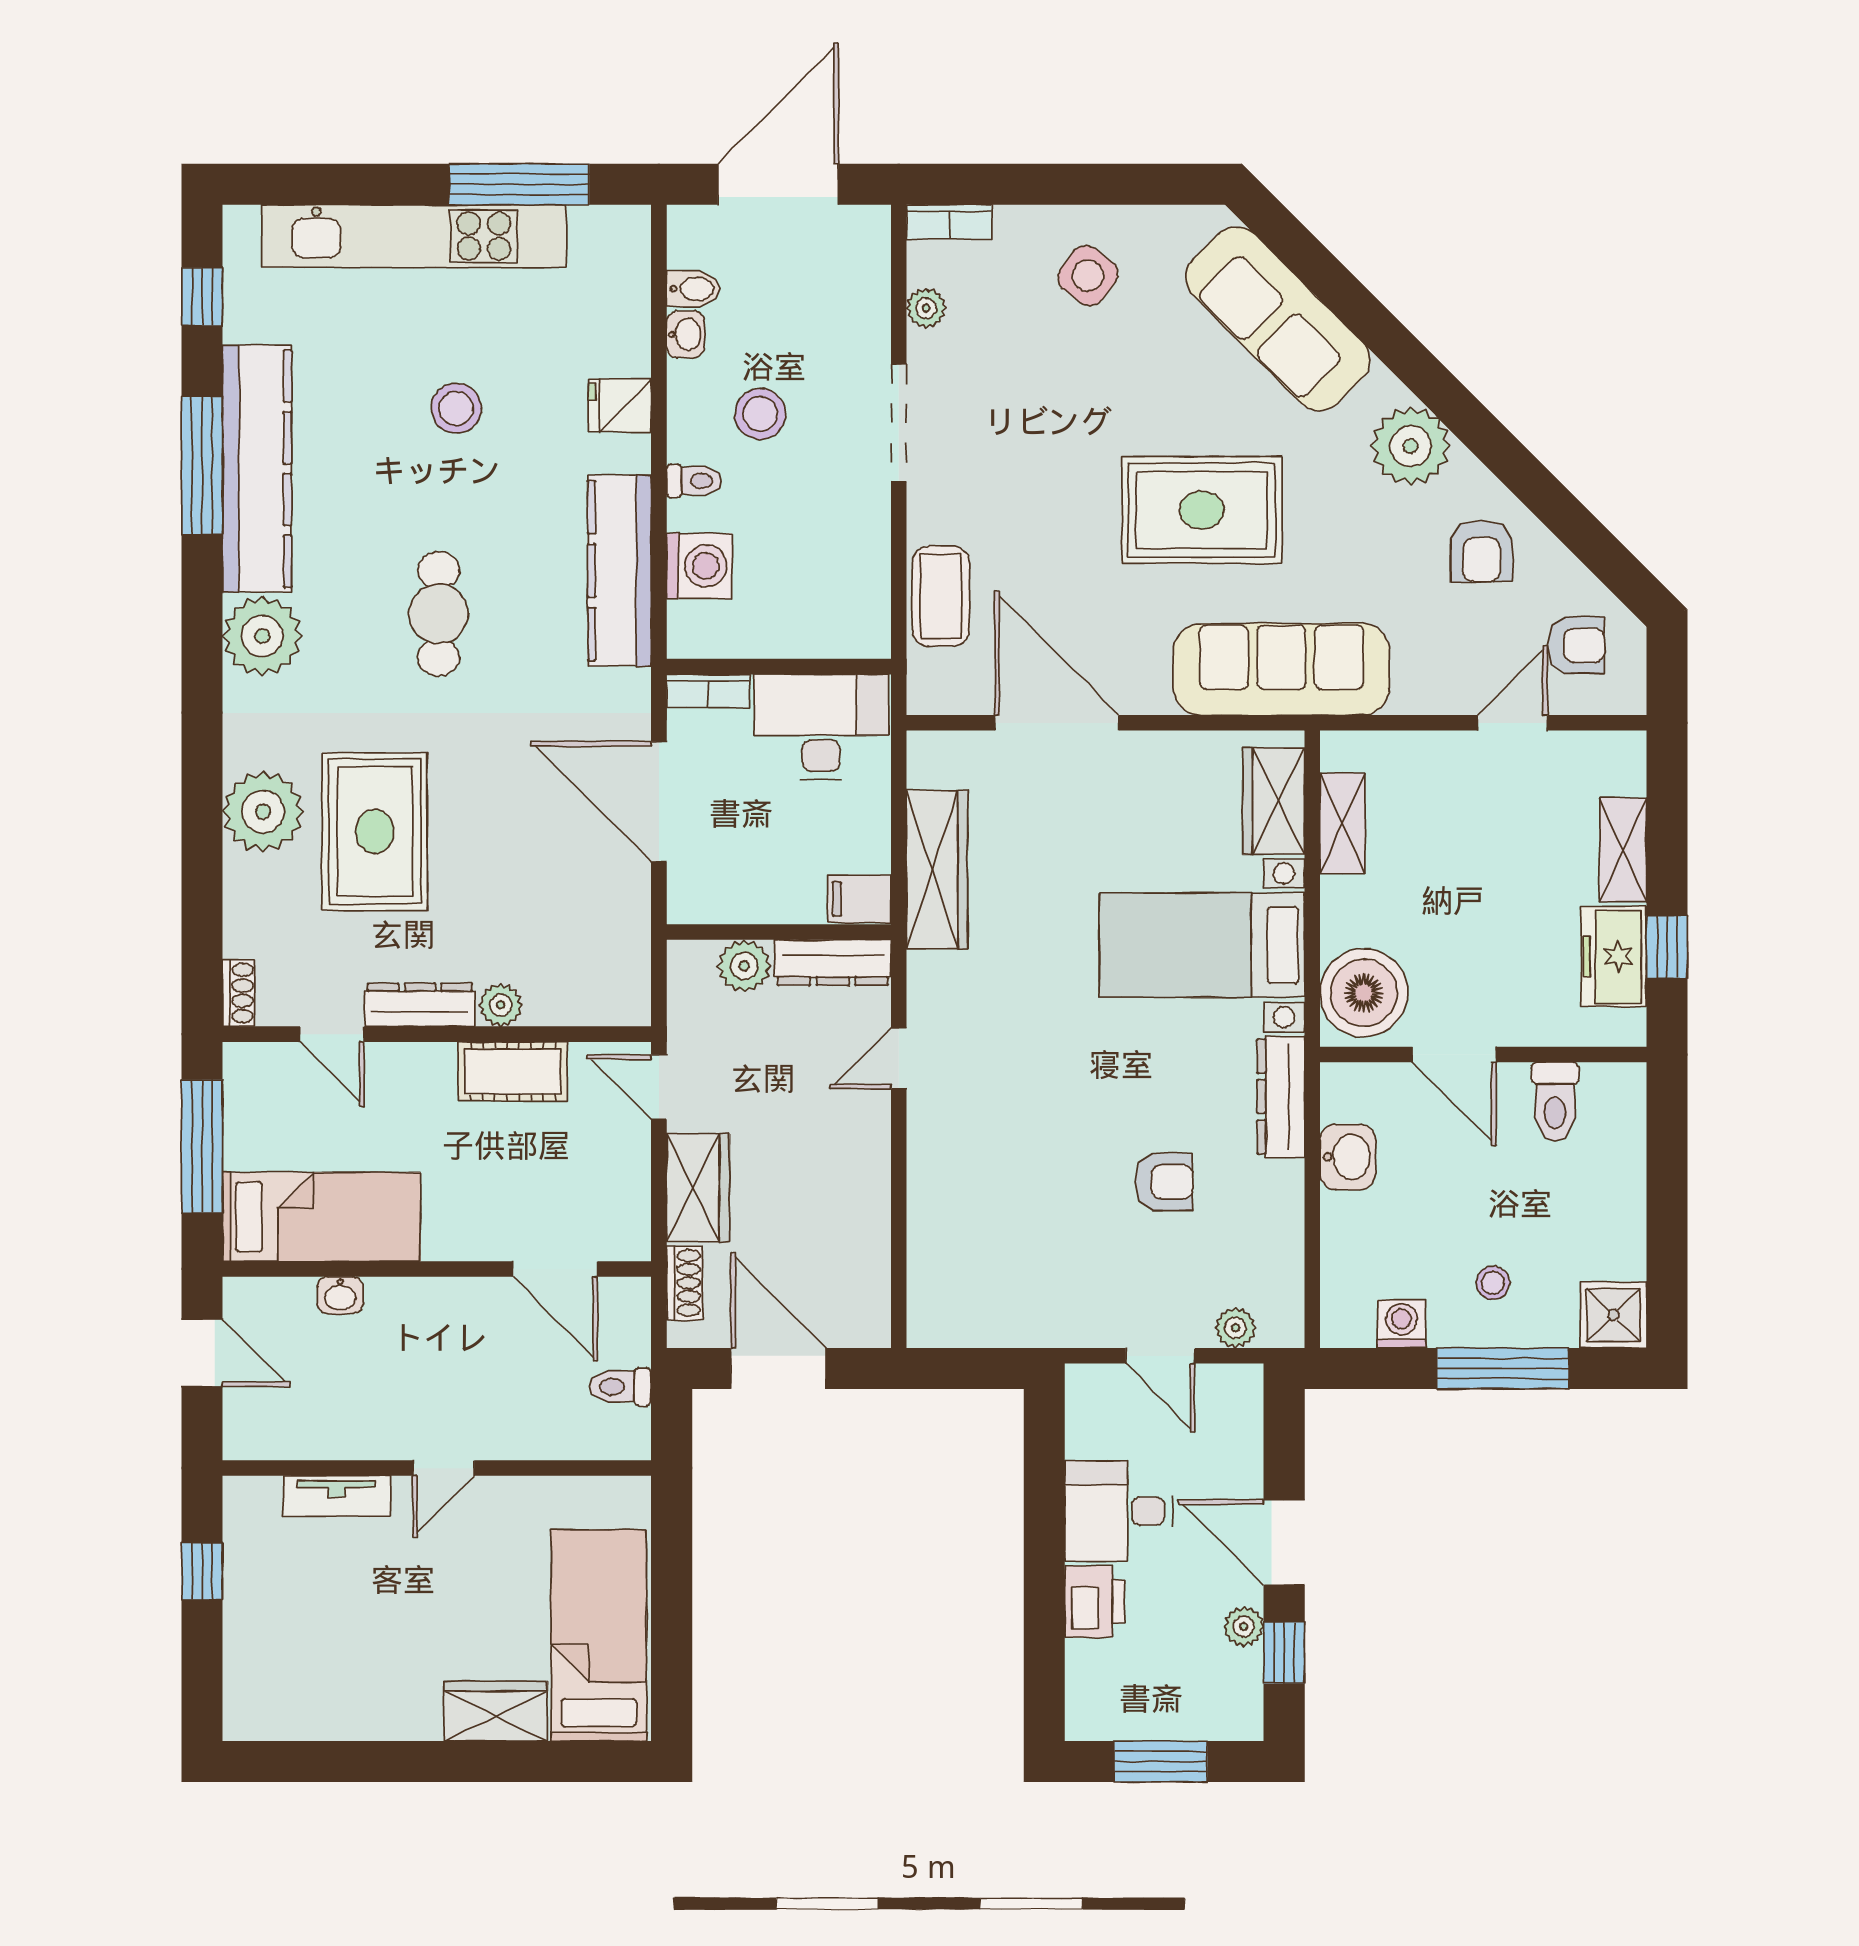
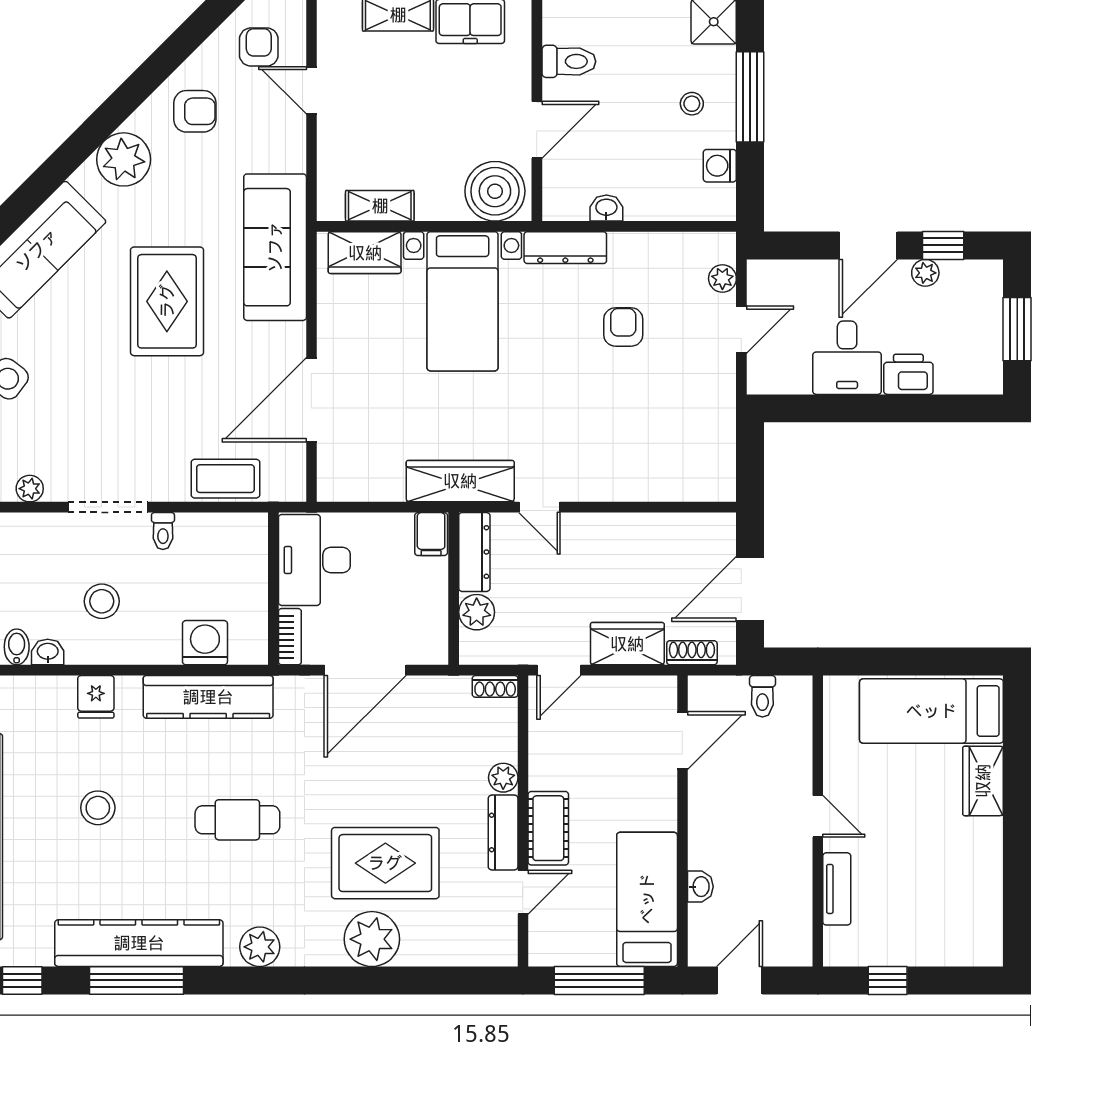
toilet: (694, 481) -> (163, 531), moved, turned 180
plant: (262, 636) -> (260, 947), width x0.73, depth x0.73
wardrobe: (937, 870) -> (460, 481), moved
shoe rack: (239, 993) -> (495, 686), moved, turned 180
cot: (513, 1071) -> (548, 828), moved
washbasin: (1348, 1157) -> (606, 208), width x0.72, depth x0.69

